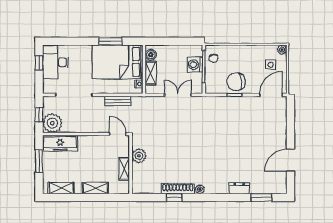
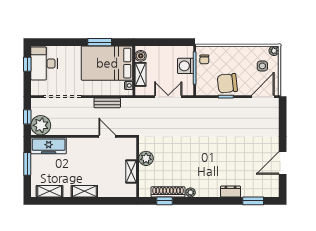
plant: (139, 156) -> (146, 158), moved
wall: (131, 165) -> (138, 167), moved
shelving: (124, 169) -> (131, 171), moved

